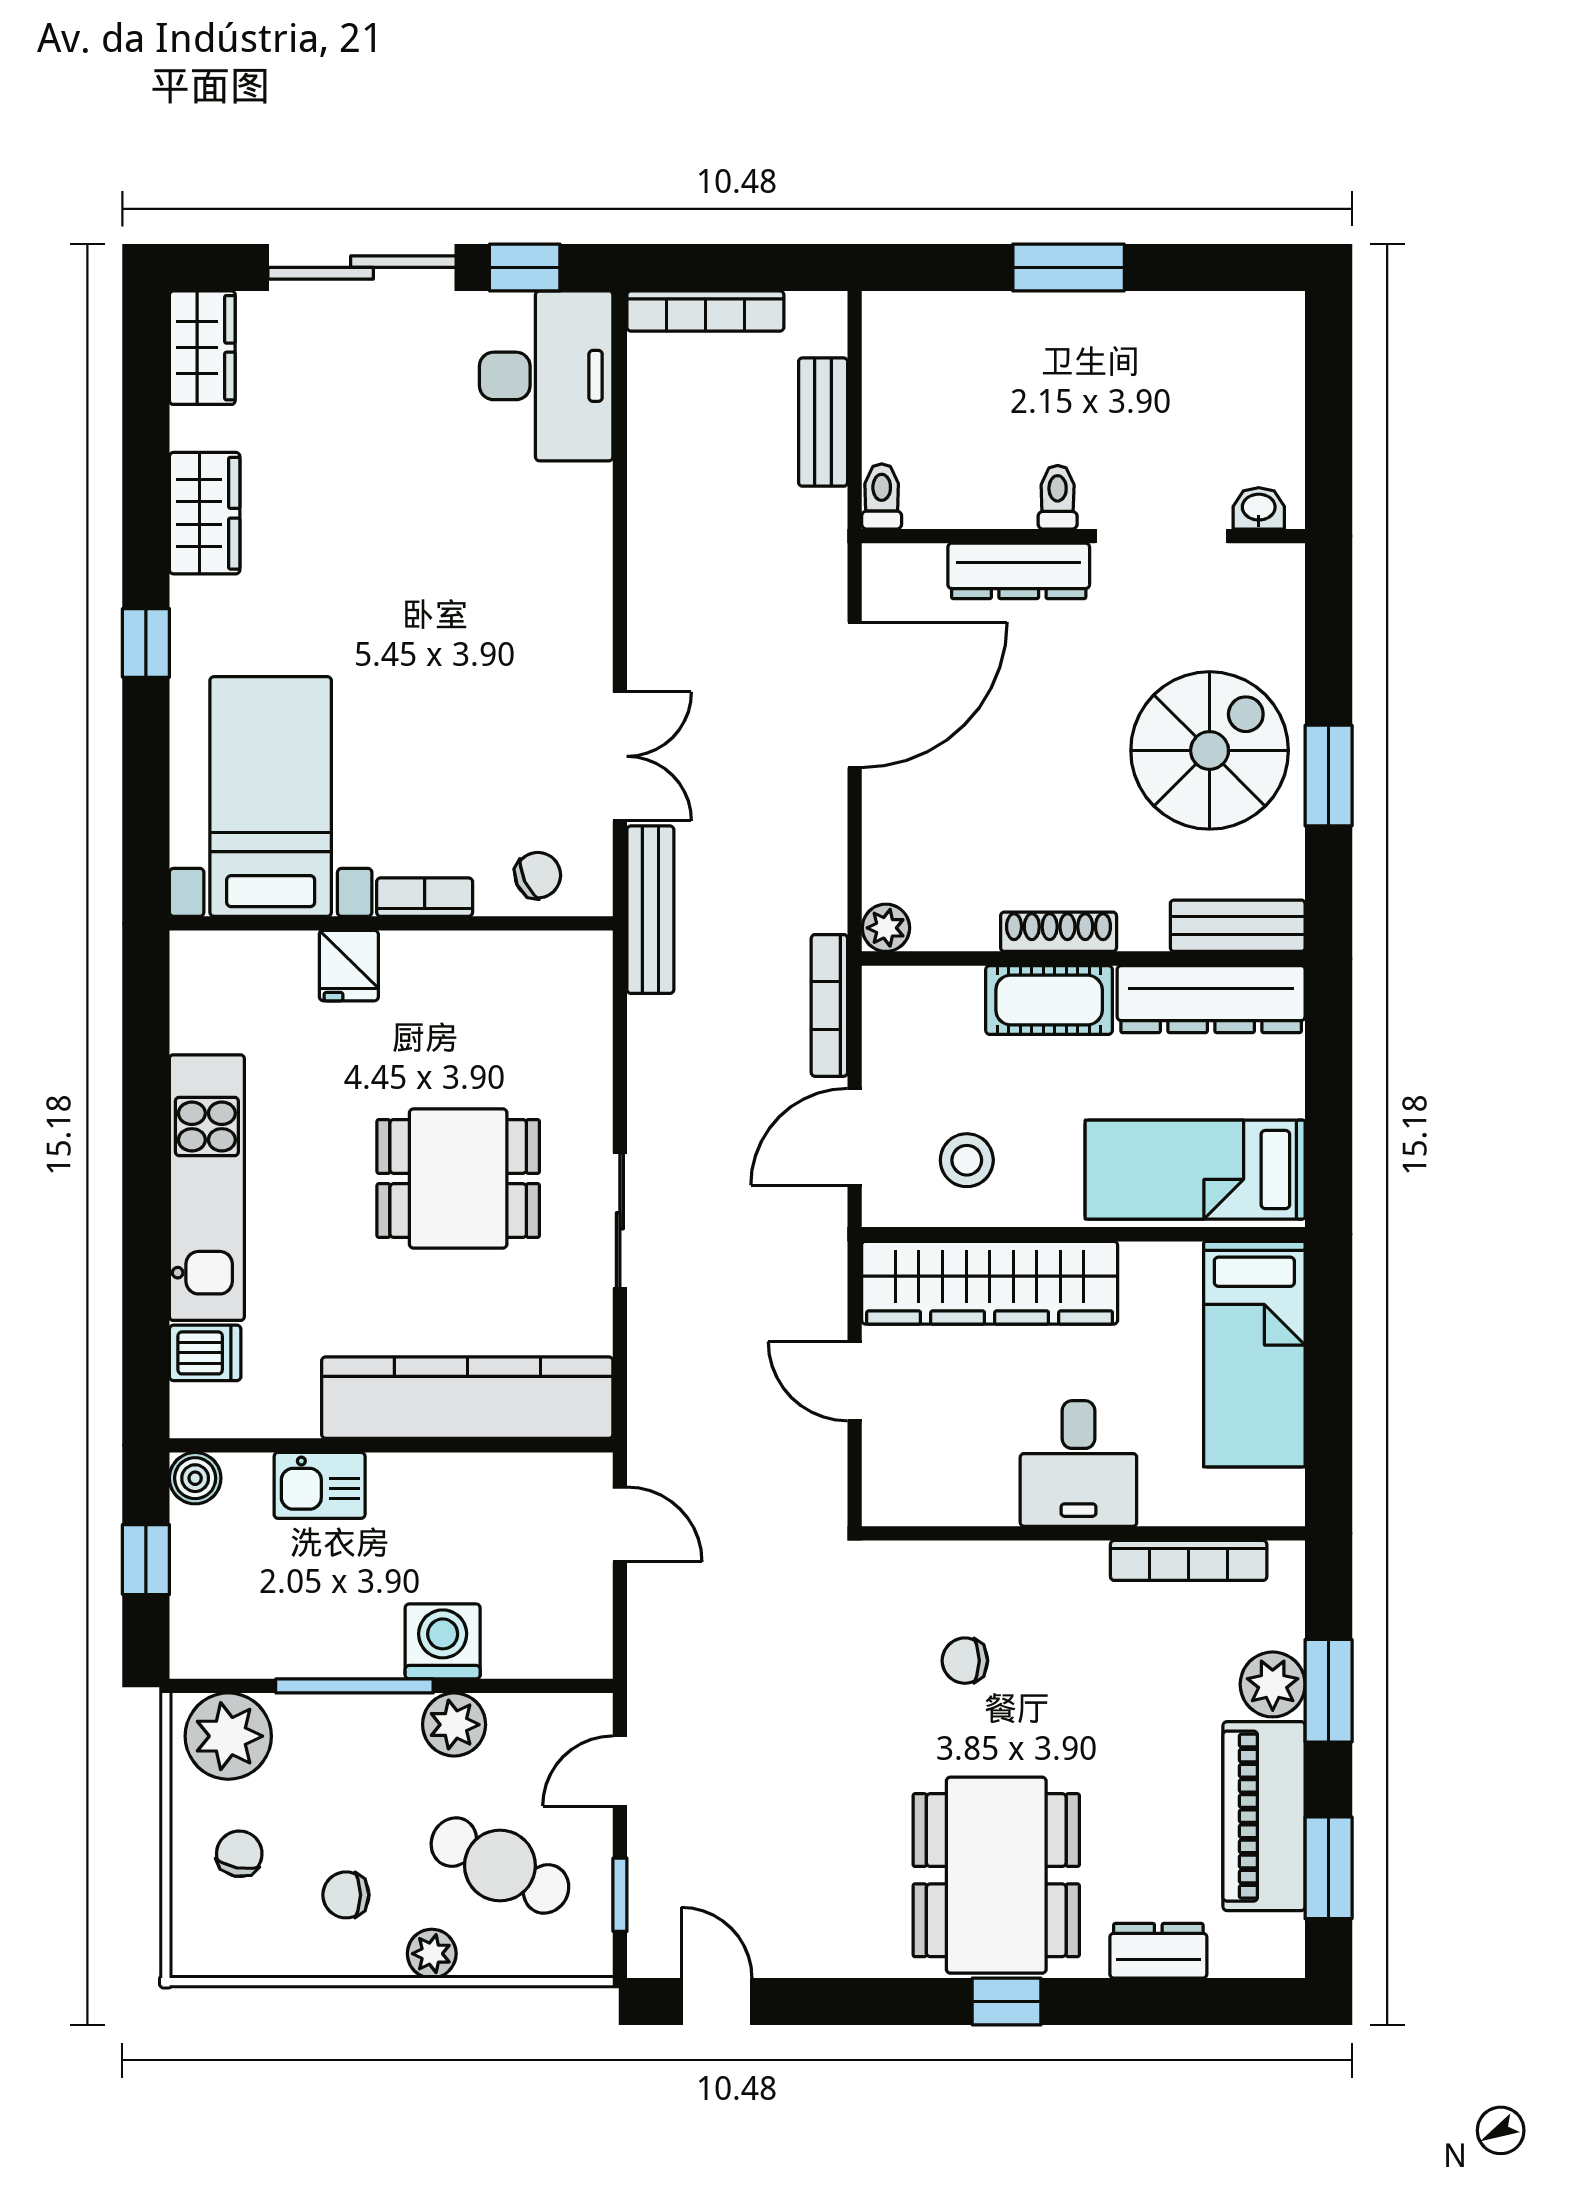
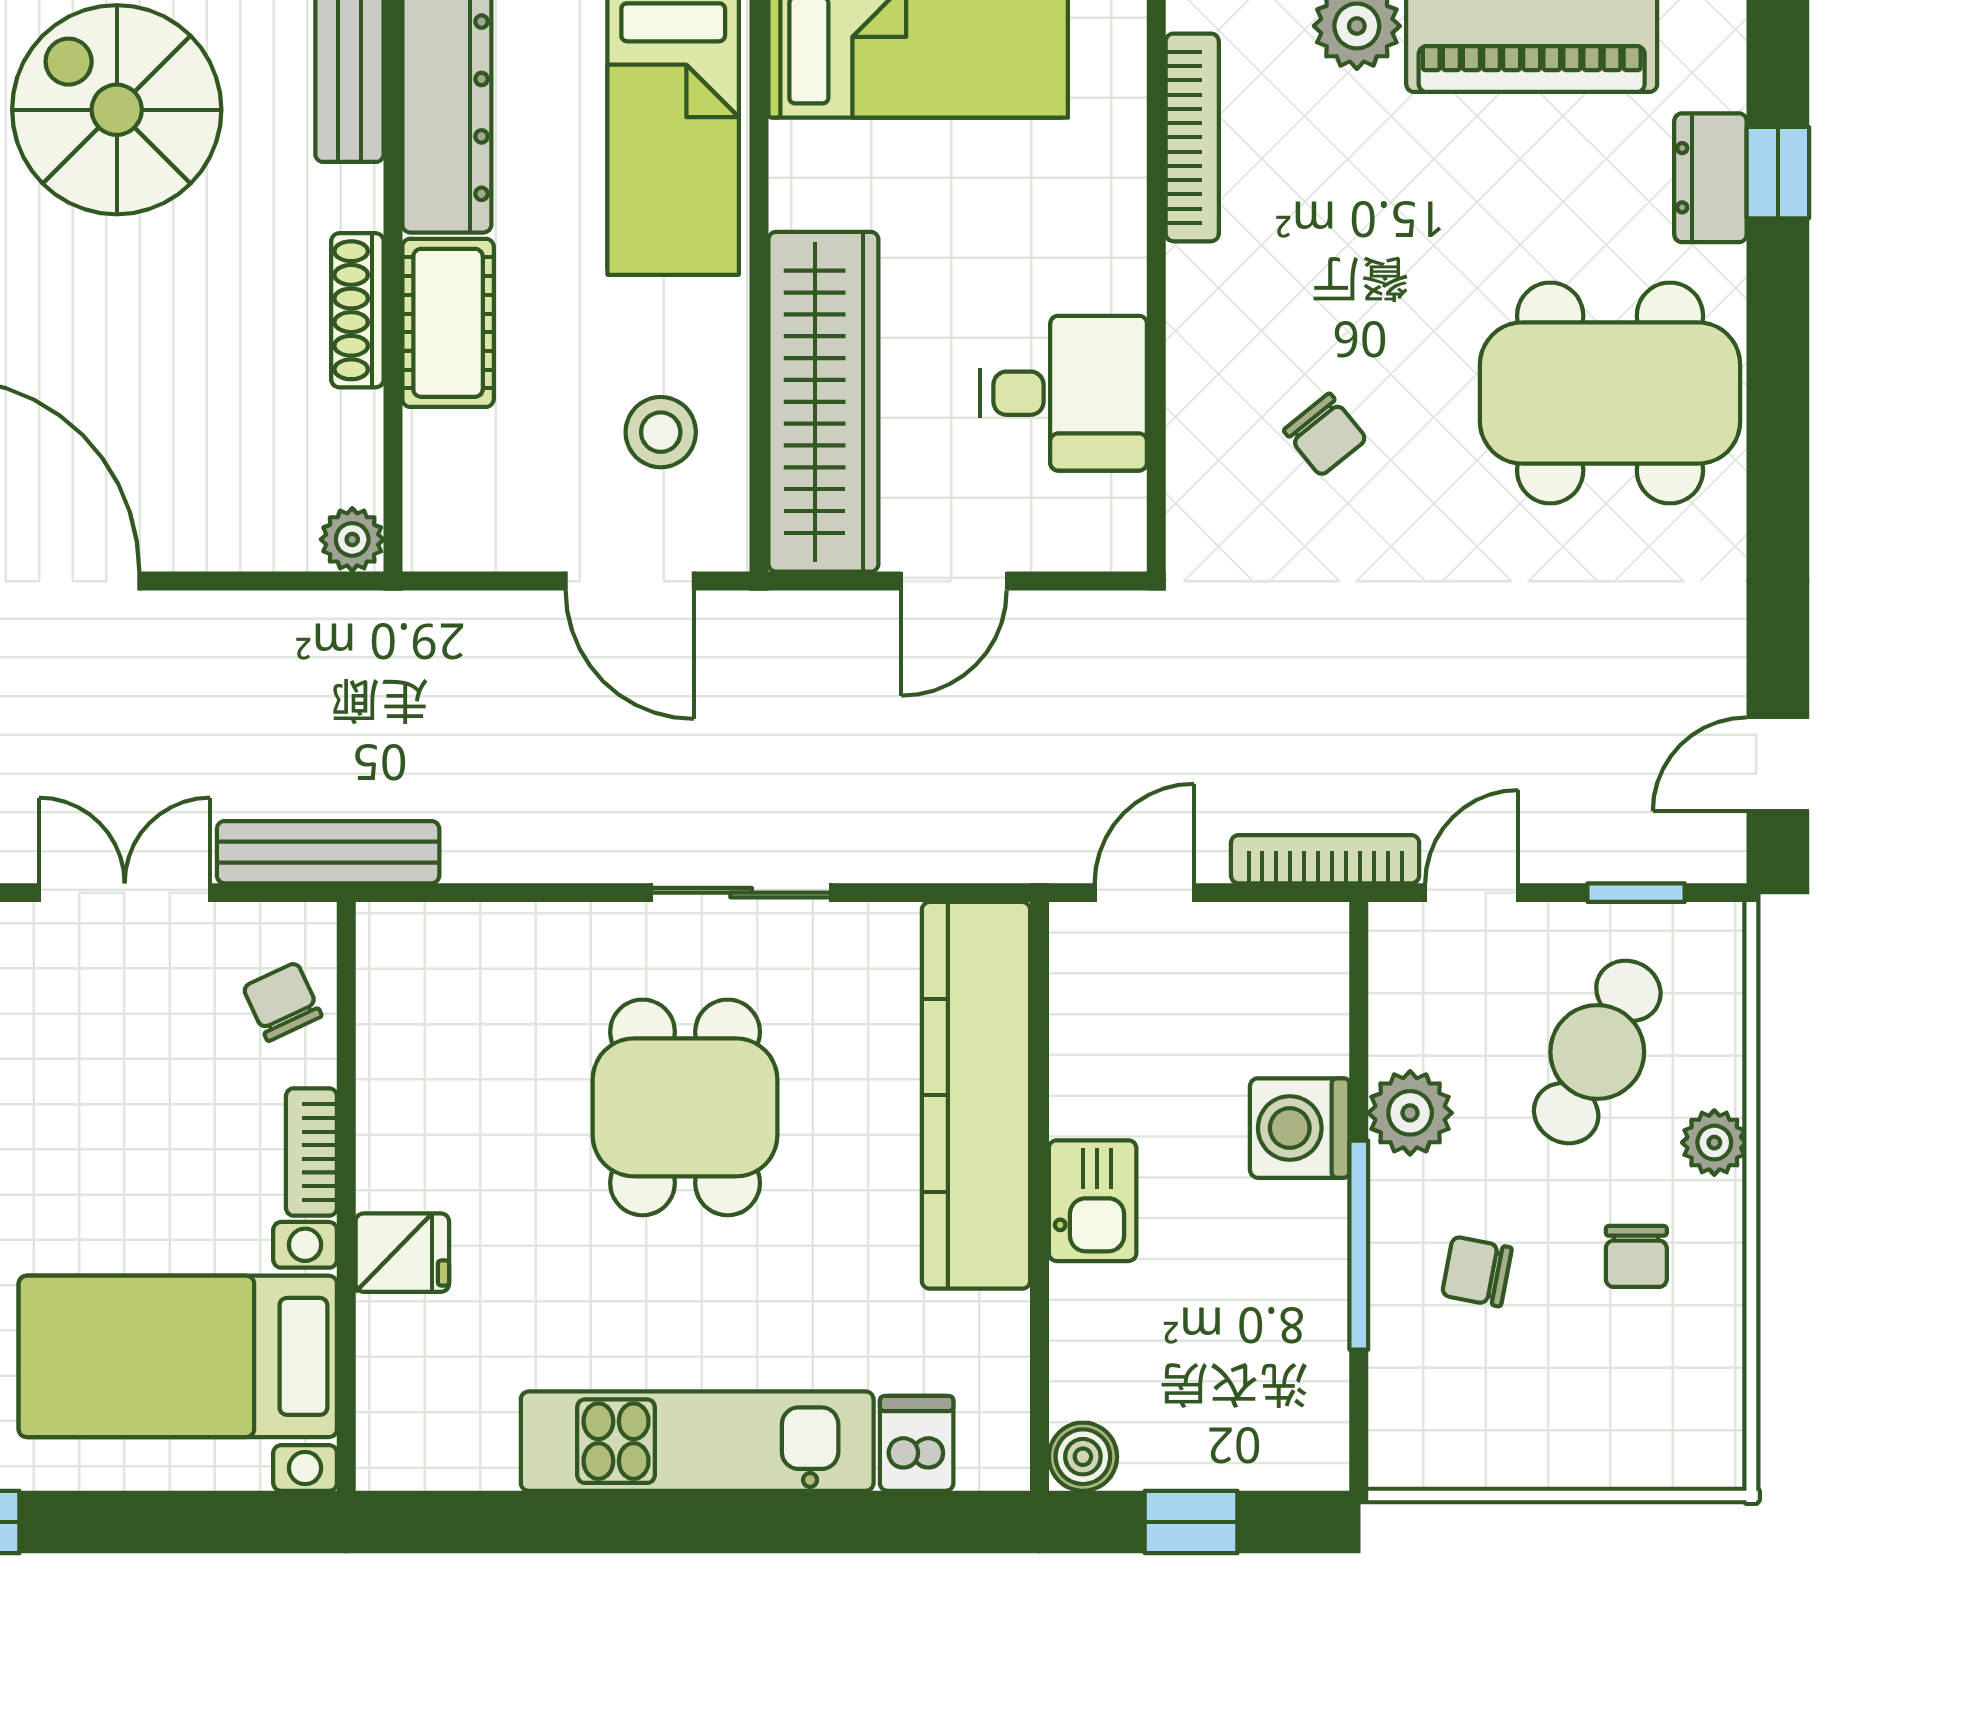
bookcase: (829, 1005) -> (1325, 859), moved, turned 180
desk: (1078, 1464) -> (1064, 393), moved
kitchen sink: (320, 1485) -> (1093, 1201), moved
chair: (965, 1661) -> (1325, 435), turned -39
plant: (228, 1736) -> (1425, 1413), removed
door: (620, 1771) -> (1472, 893), swing flipped
chair: (239, 1854) -> (1477, 1271), moved
window: (1007, 2002) -> (1778, 173), moved

